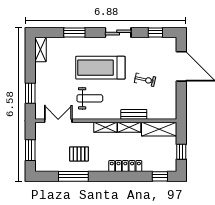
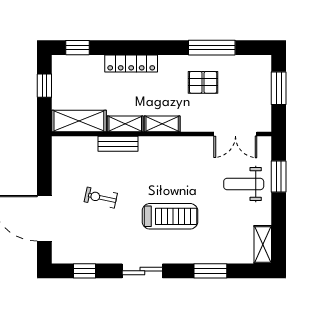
treadmill: (100, 68) -> (170, 216), width x0.73, depth x0.73
weight bench: (90, 98) -> (244, 184), moved

